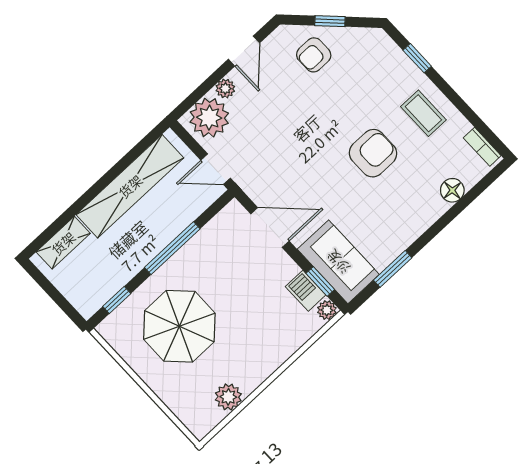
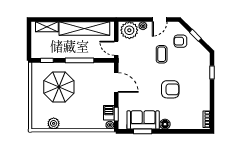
coffee table: (423, 113) -> (162, 54), moved
floor lamp: (452, 190) -> (165, 124), moved
sofa: (338, 262) -> (143, 120), moved, turned -90

